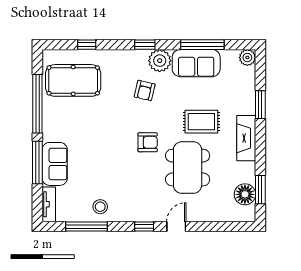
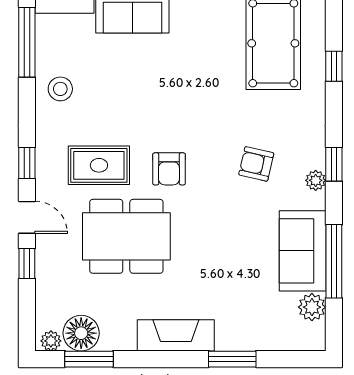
plant: (247, 58) -> (312, 307), moved
plant: (160, 61) -> (316, 180), width x0.53, depth x0.53
rug: (201, 122) -> (99, 165), moved, turned 90
plant: (250, 212) -> (51, 341), added
window: (87, 227) -> (27, 42), moved
window: (204, 227) -> (27, 264), added

